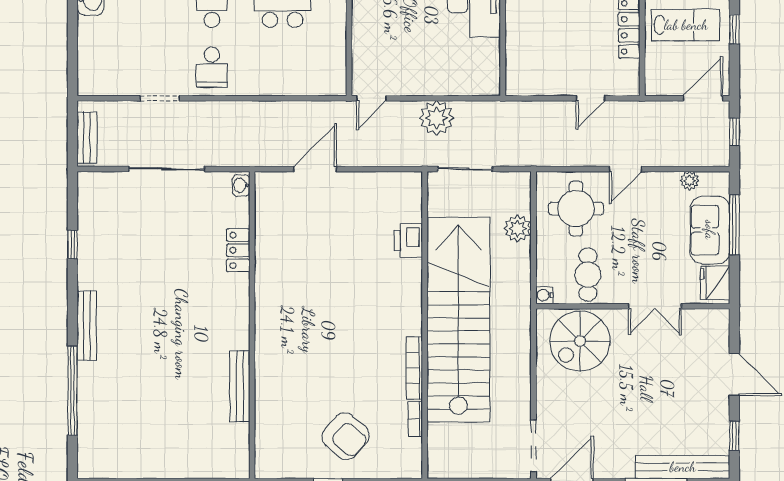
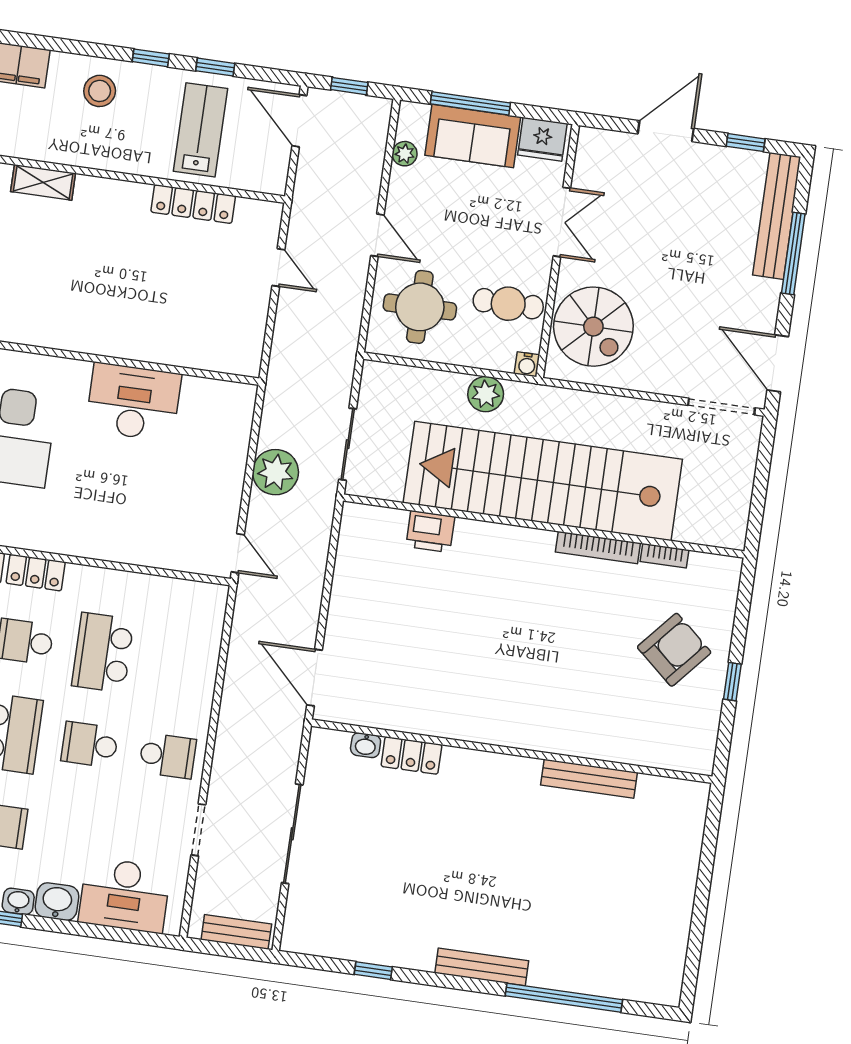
desk: (103, 50) -> (125, 895), added
door: (315, 169) -> (314, 678), moved
washbasin: (241, 185) -> (366, 745), moved
plant: (518, 228) -> (486, 394), moved

